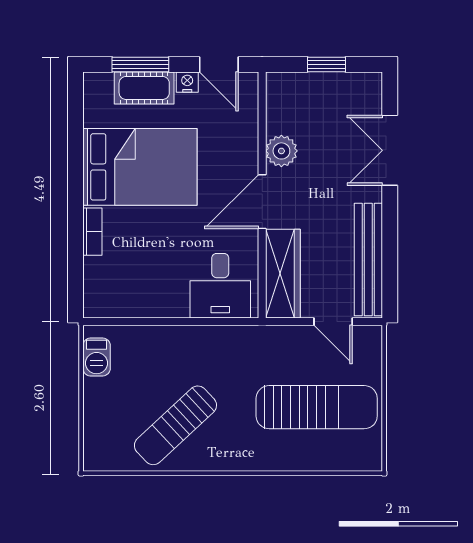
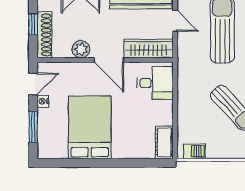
shoe rack: (308, 85) -> (44, 35), added
cot: (144, 88) -> (164, 142), moved
bookcase: (92, 232) -> (125, 154), removed
door: (333, 322) -> (175, 21), hinge flipped

